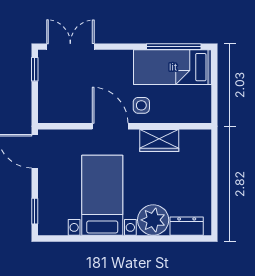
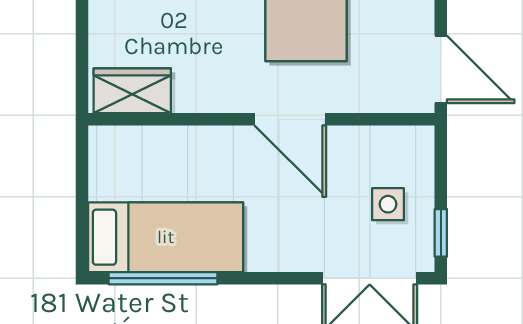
side table: (141, 105) -> (388, 204), moved
wardrobe: (159, 140) -> (132, 91), moved

